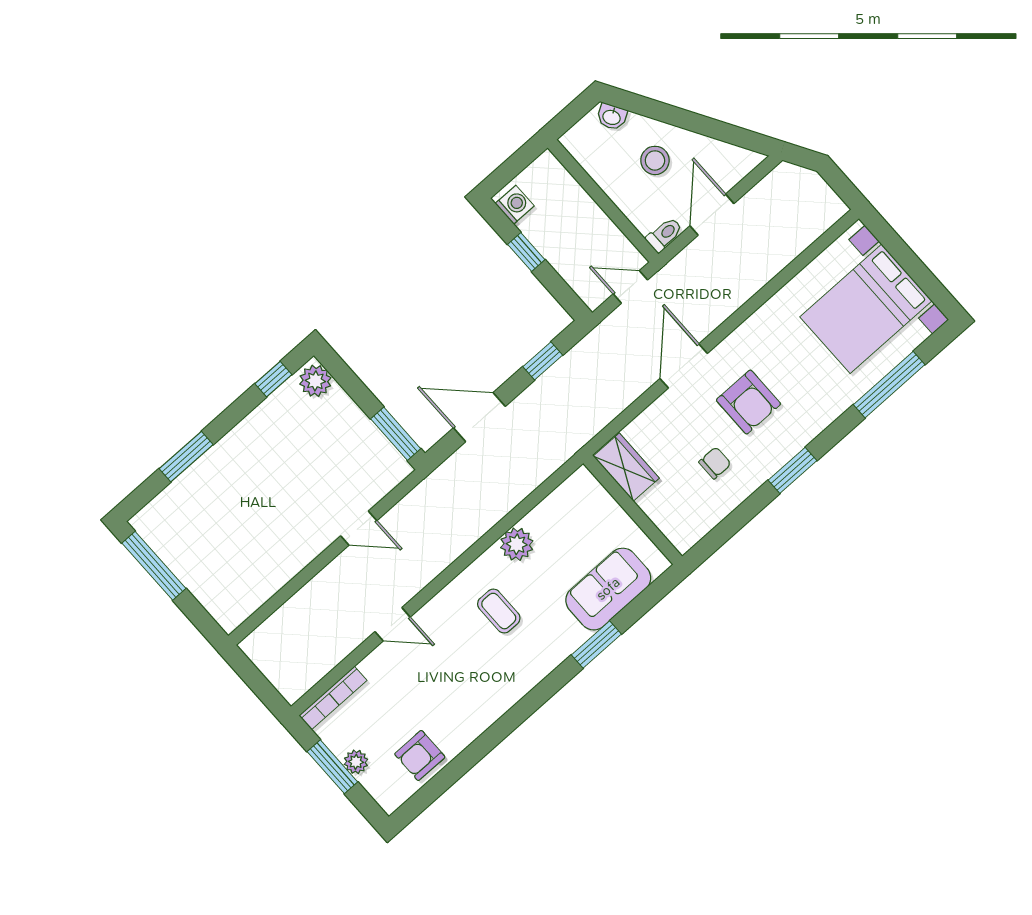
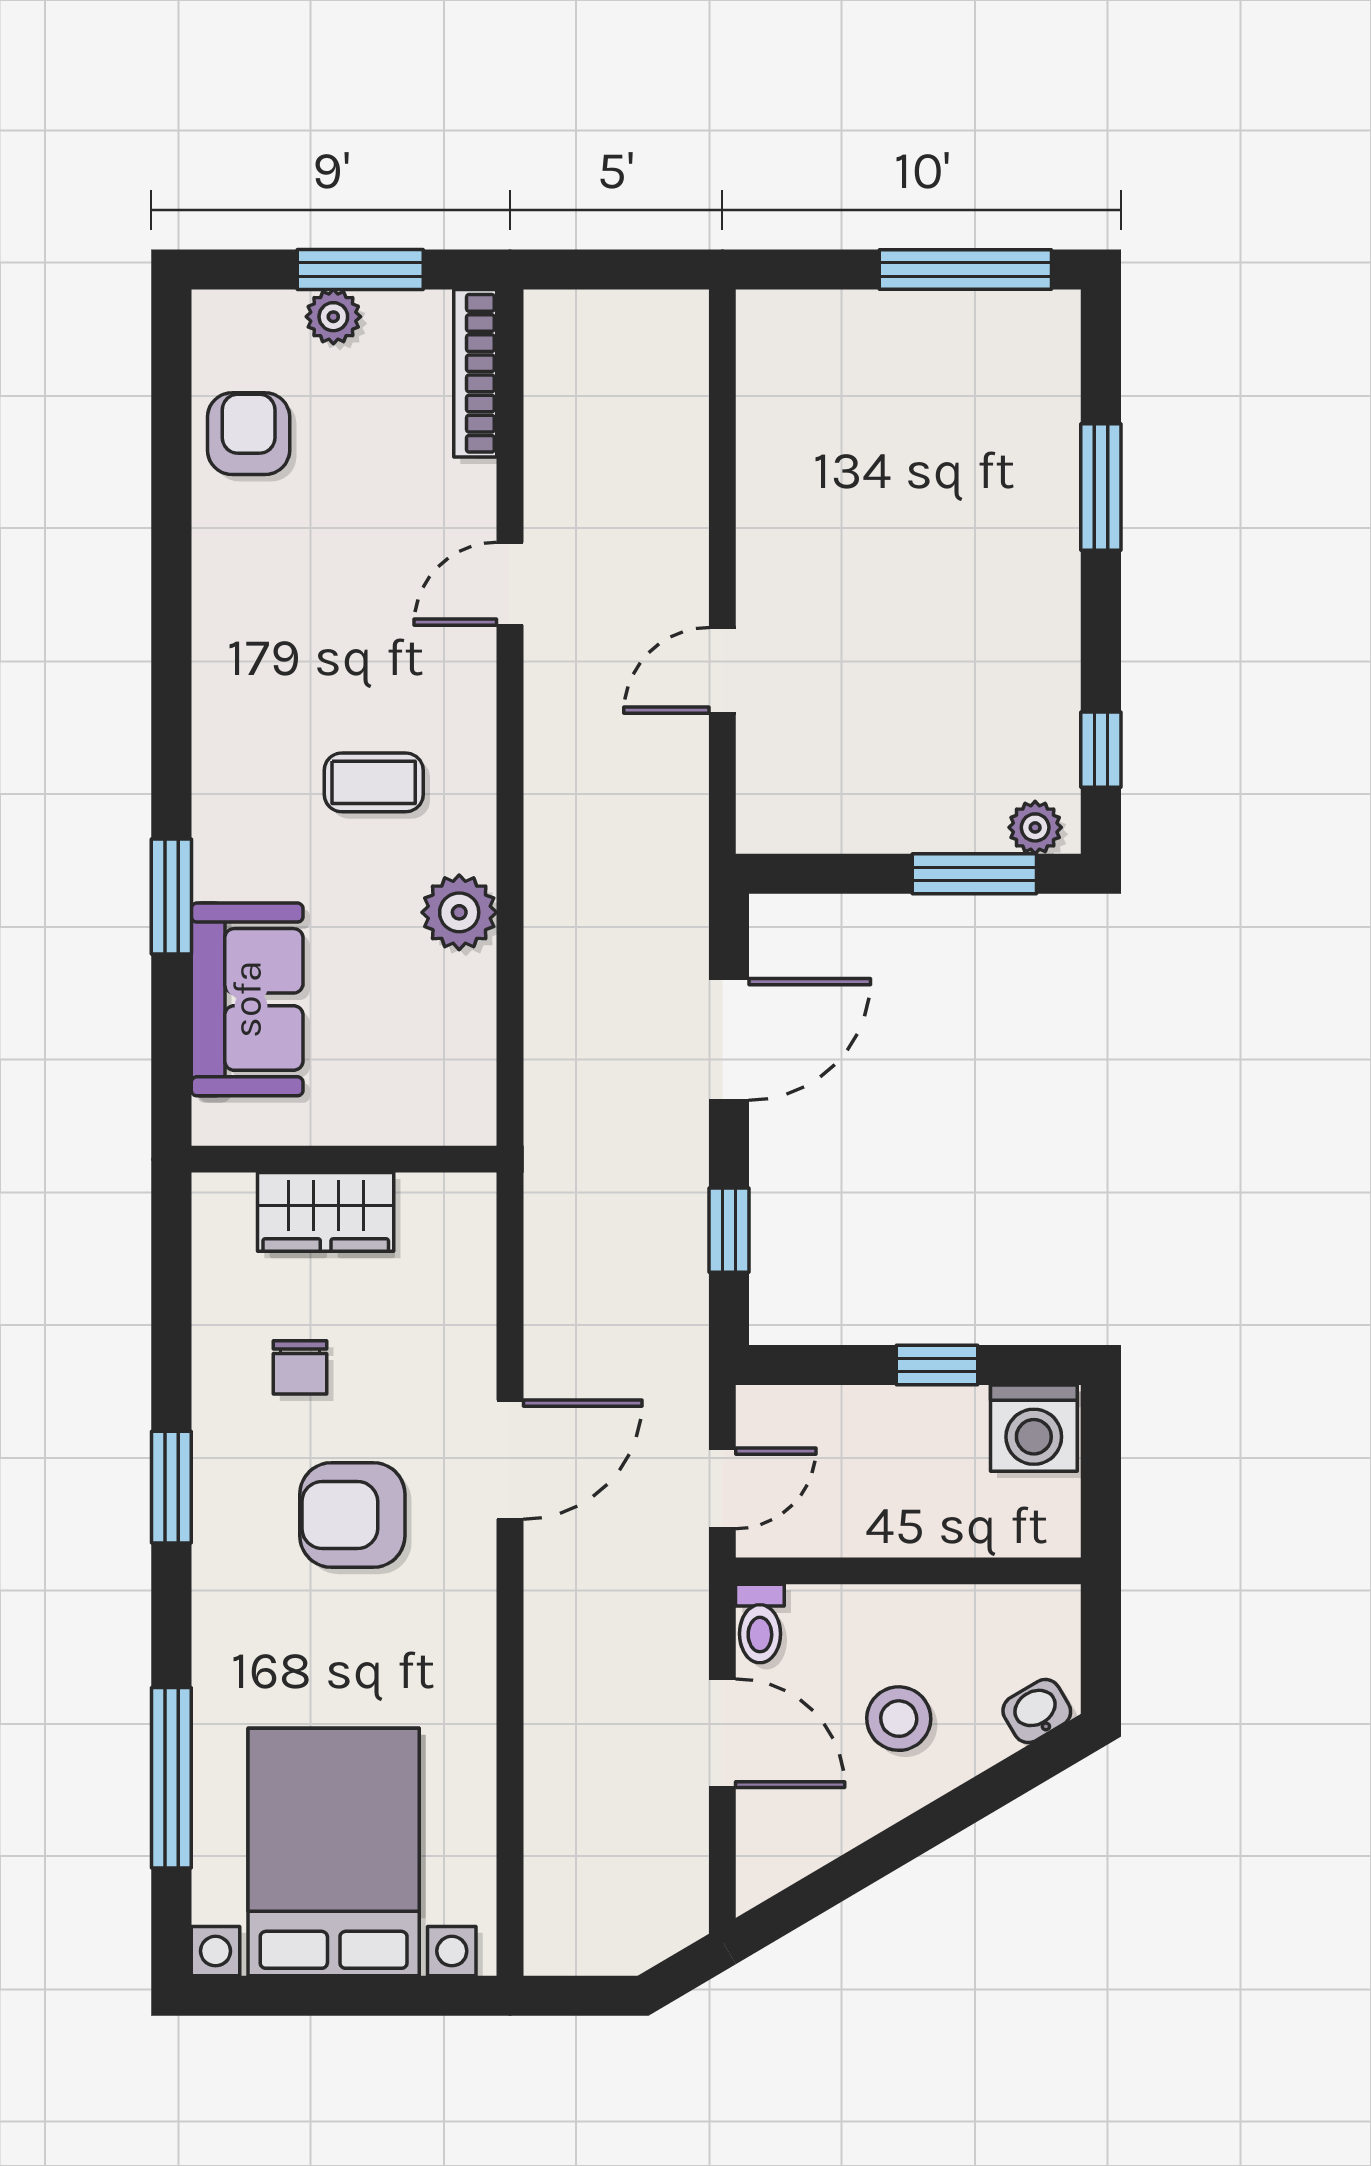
washing machine: (515, 205) -> (1034, 1428), width x1.38, depth x1.38
door: (684, 366) -> (510, 1460), hinge flipped
plant: (315, 381) -> (1035, 827), width x0.73, depth x0.73
window: (396, 434) -> (974, 874), moved
wardrobe: (626, 467) -> (326, 1212), moved

